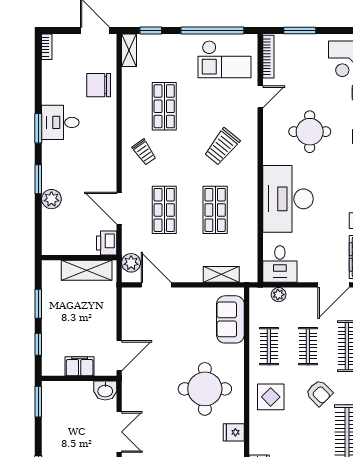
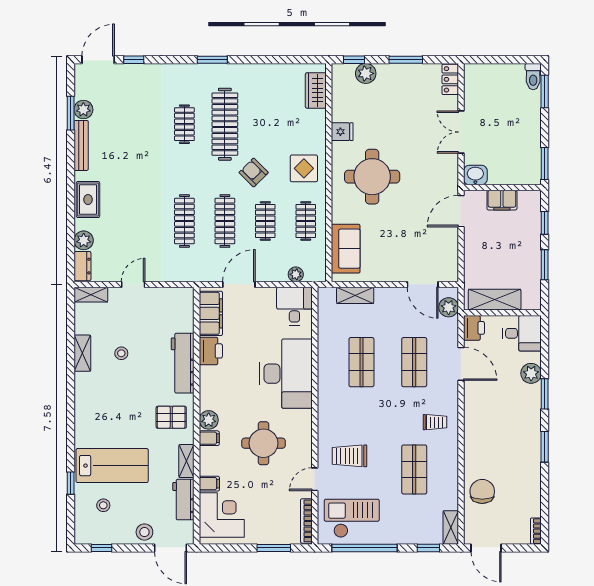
chair: (99, 85) -> (482, 491), turned -90
desk: (60, 122) -> (522, 333), moved
trolley: (222, 147) -> (350, 456), moved, turned -129
trolley: (144, 152) -> (435, 422), turned 125

